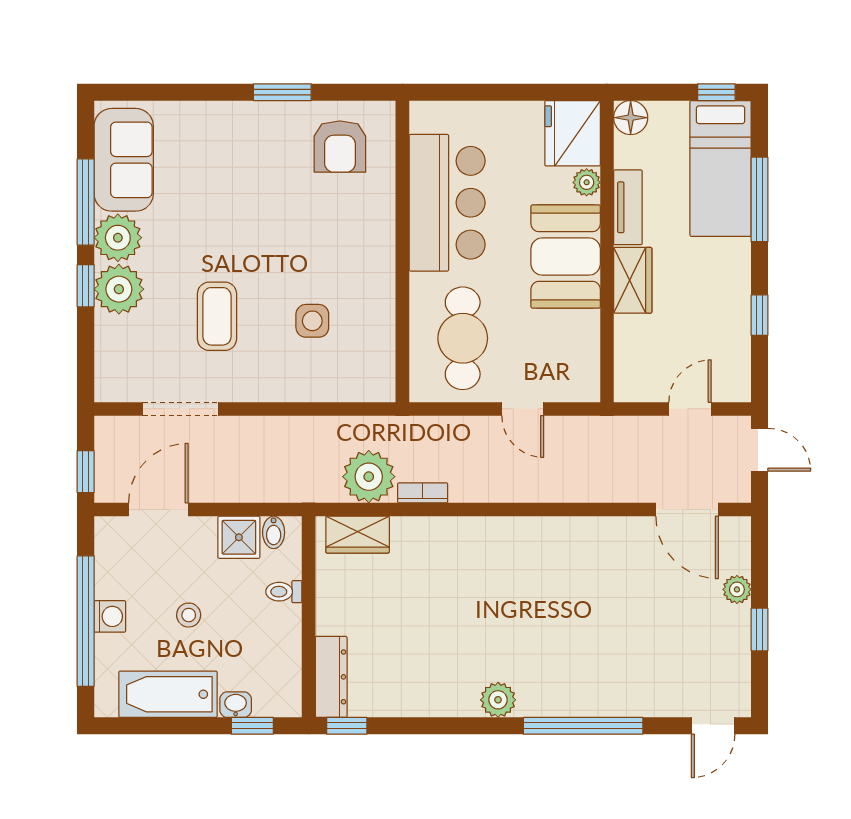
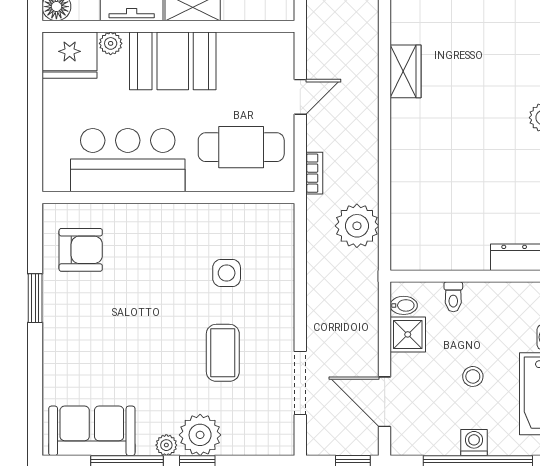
plant: (118, 238) -> (166, 445), width x0.53, depth x0.53
coffee table: (217, 316) -> (223, 353), turned 90
bookcase: (423, 493) -> (314, 173), moved, turned 180
wardrobe: (358, 535) -> (406, 71), moved

